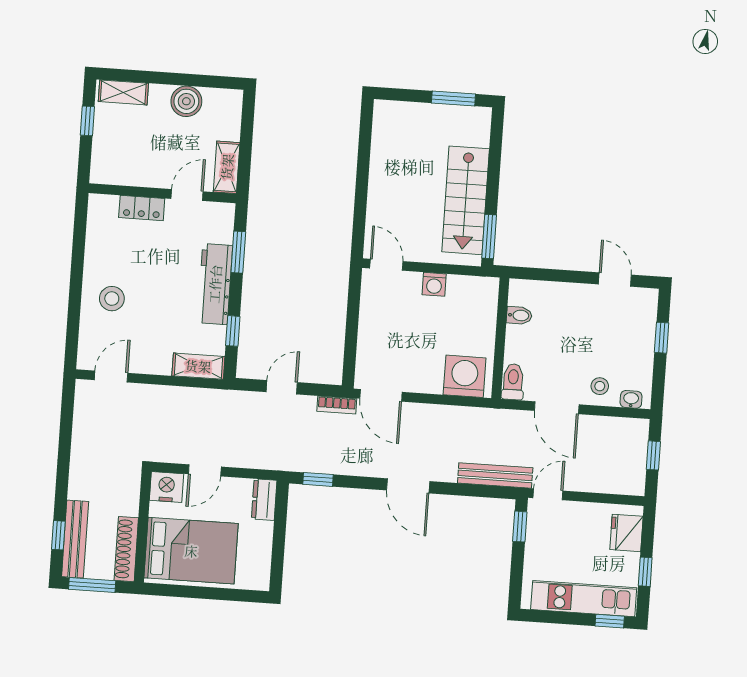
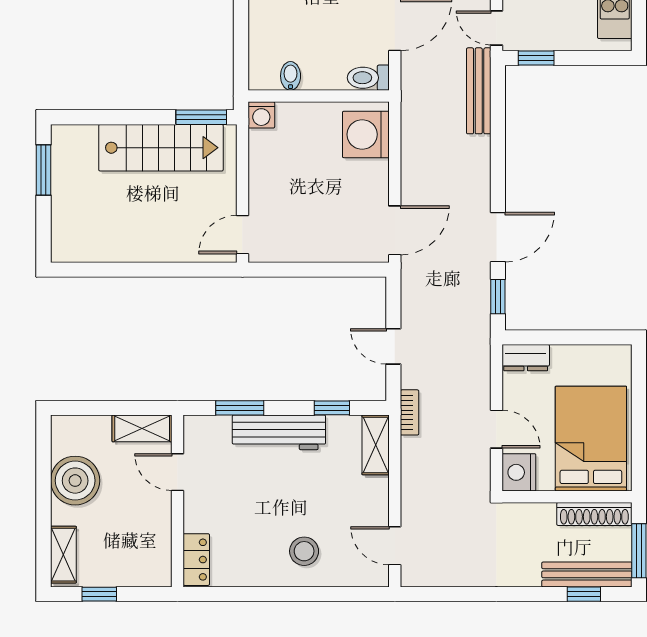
boiler: (186, 101) -> (75, 481), width x1.37, depth x1.37
locker: (142, 208) -> (196, 560), moved
washing machine: (434, 284) -> (261, 115), moved, turned 90
bookcase: (337, 405) -> (410, 412), moved
door: (408, 486) -> (498, 237), moved

